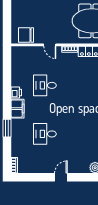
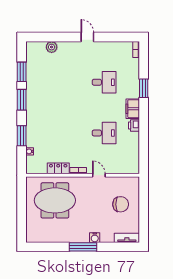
chair: (26, 35) -> (121, 204), moved
door: (61, 177) -> (87, 37), swing flipped

